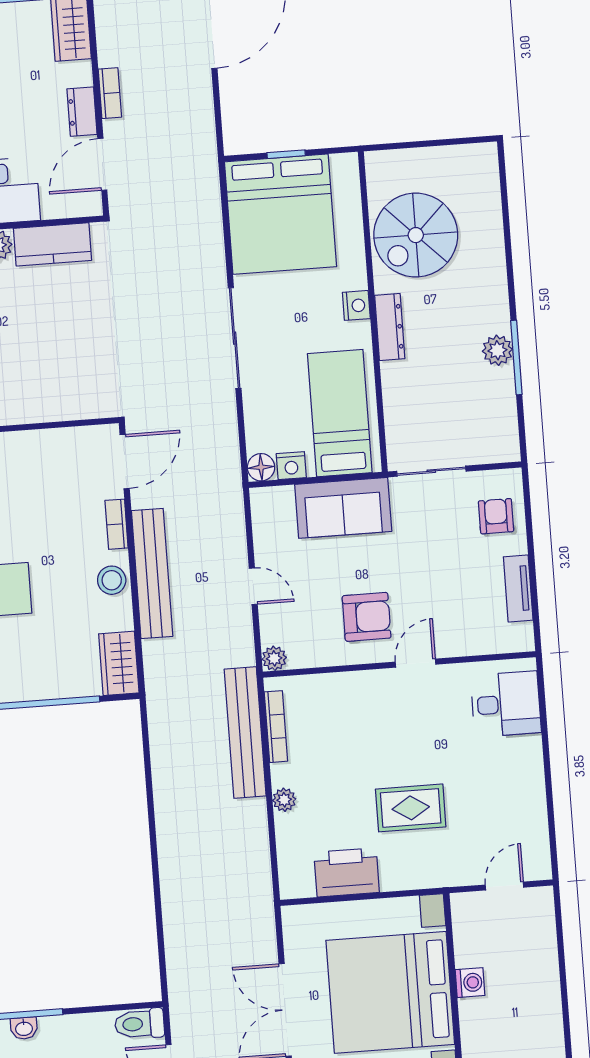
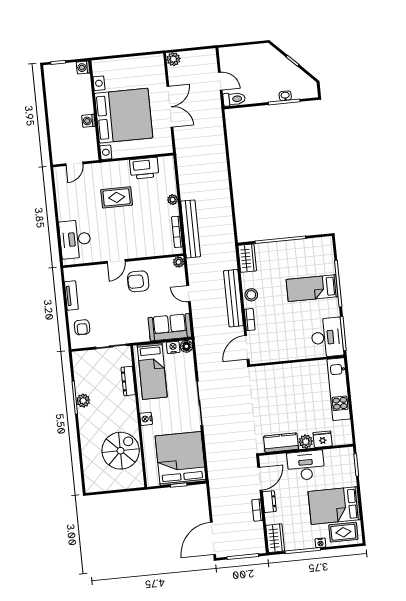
dresser: (390, 327) -> (128, 381), moved
sofa: (343, 508) -> (170, 327), moved
desk: (506, 704) -> (75, 239), width x1.37

